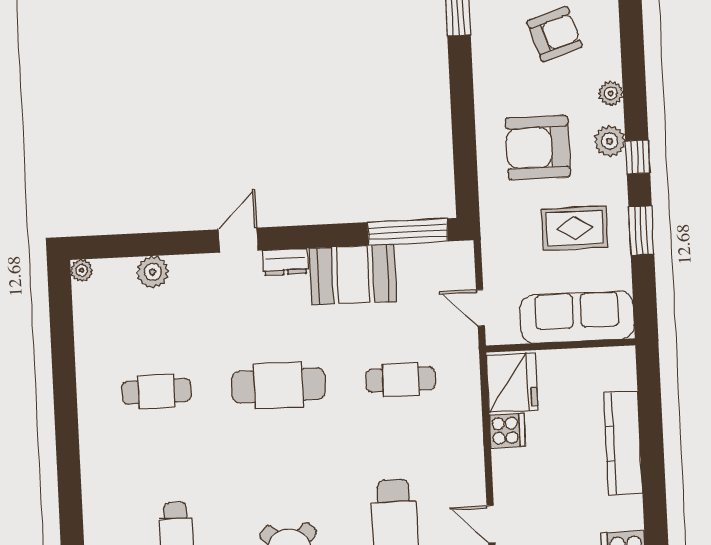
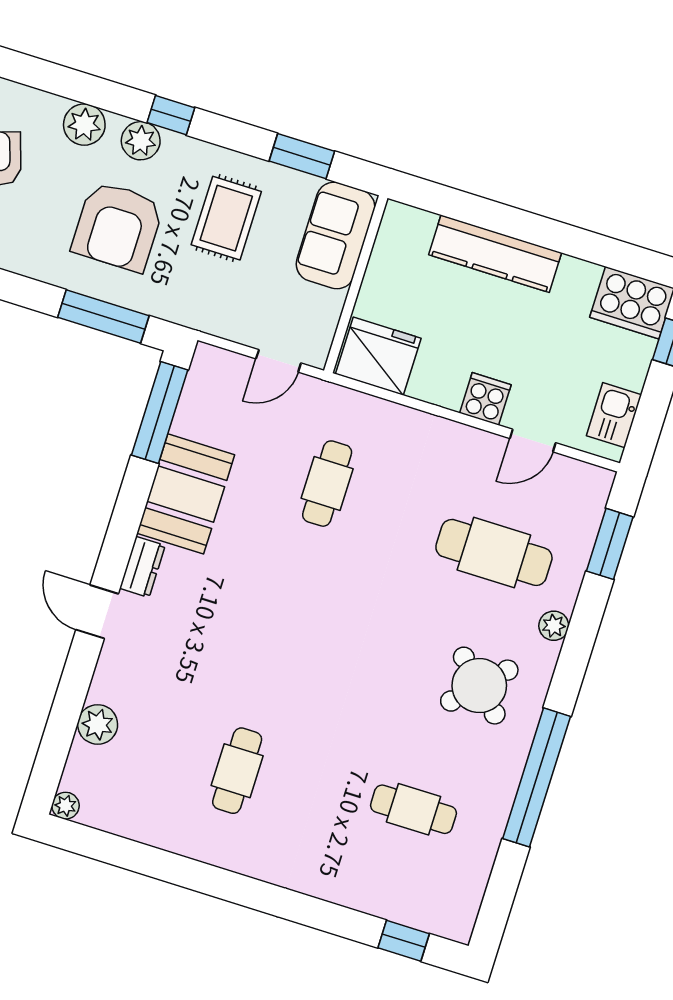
plant: (611, 93) -> (84, 125), width x1.38, depth x1.38
window: (465, 162) -> (103, 316), added
window: (641, 231) -> (302, 156), moved
sofa: (577, 317) -> (336, 235), width x0.73
cafe table: (278, 385) -> (282, 627), removed
cooker: (507, 431) -> (485, 399), moved

